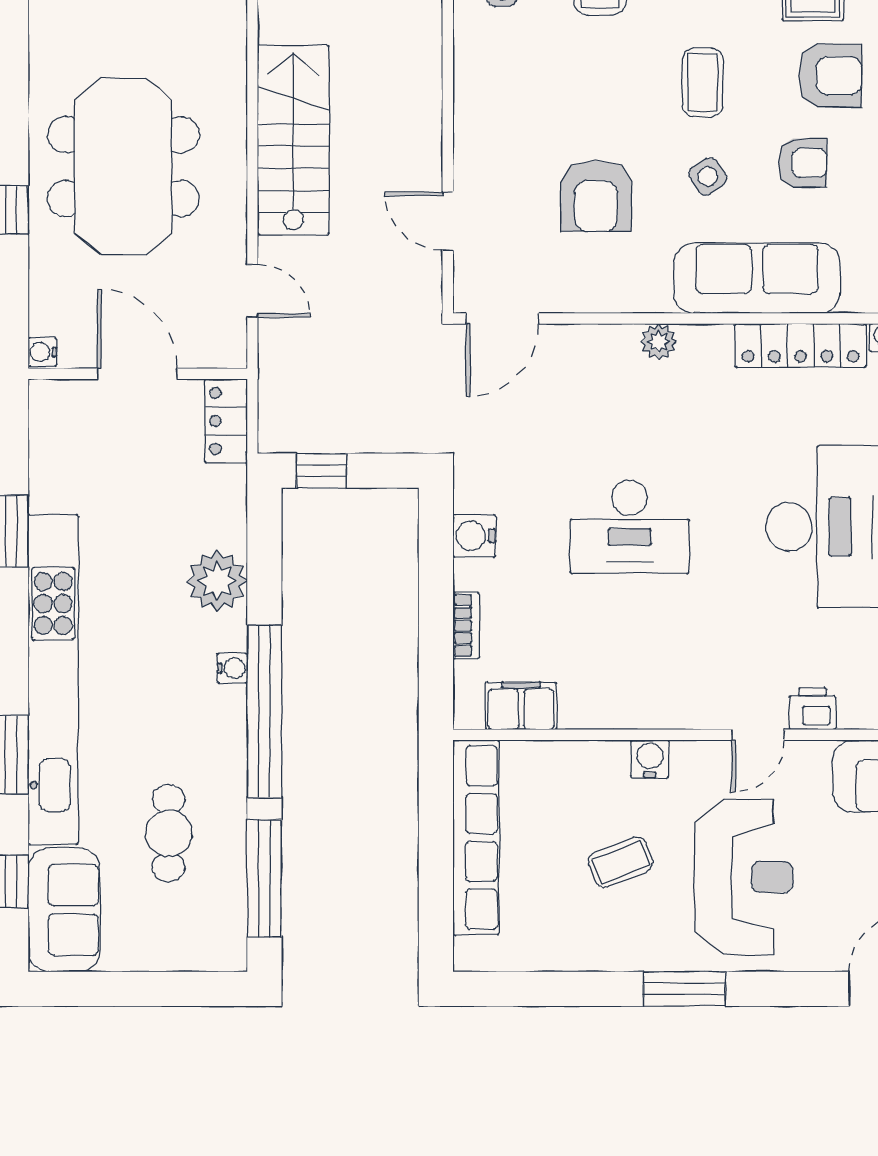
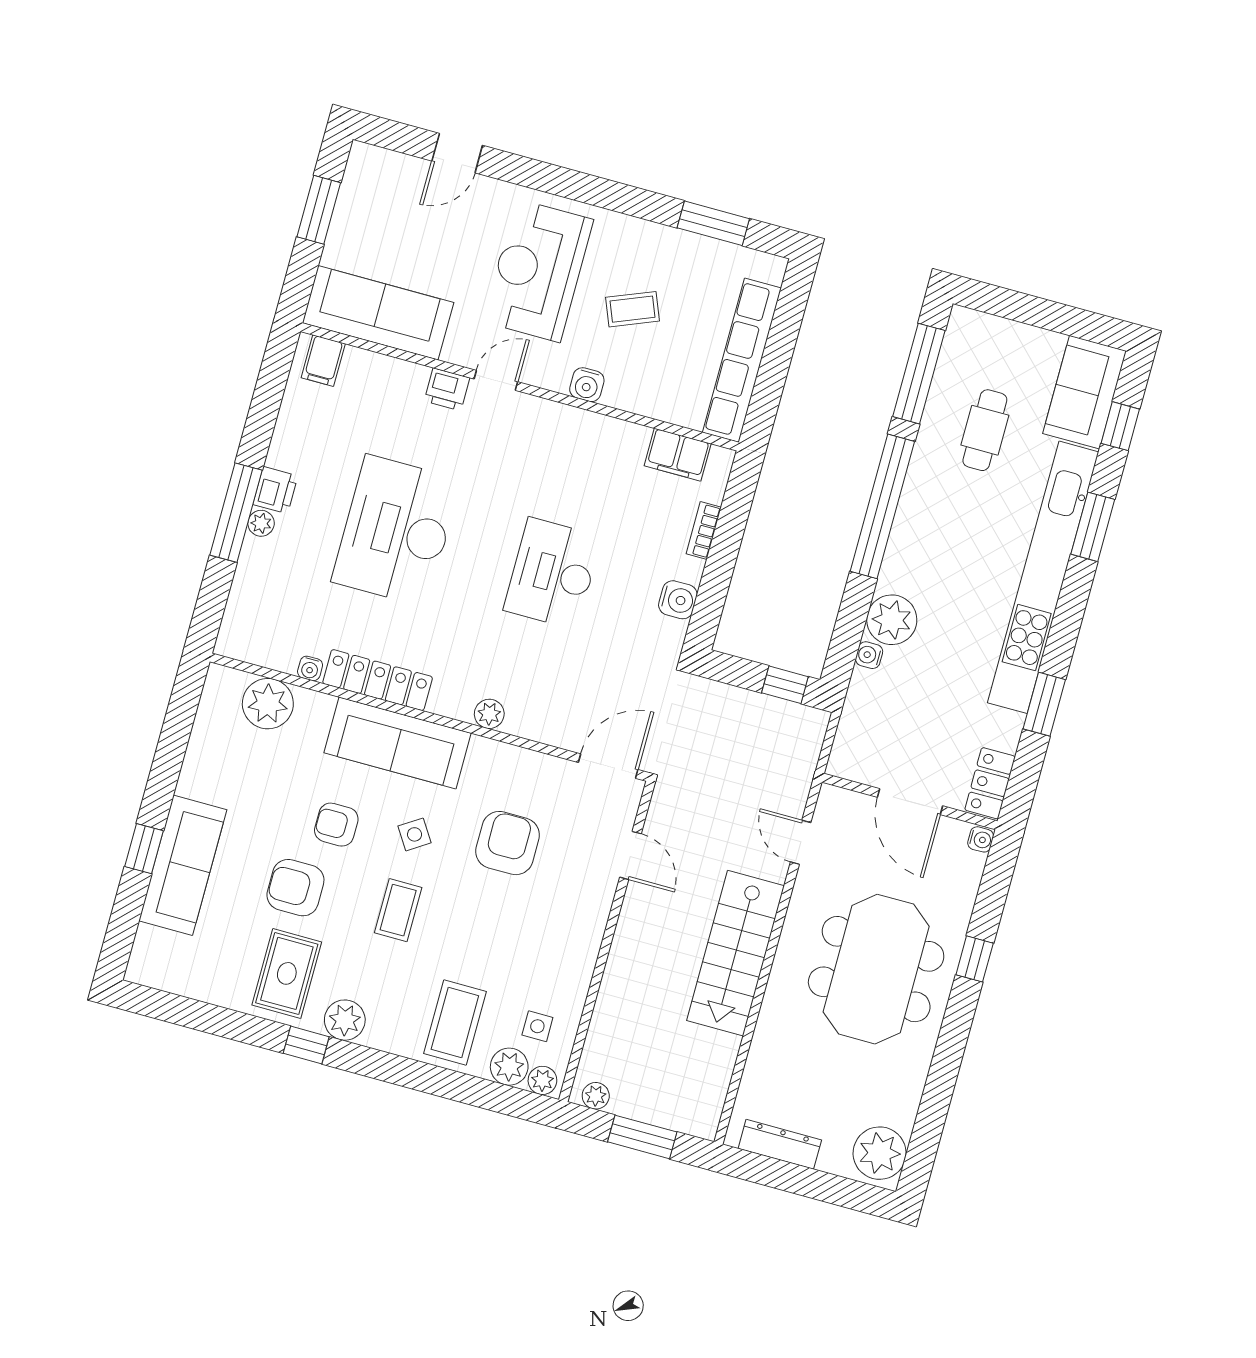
locker: (226, 421) -> (990, 783), moved, turned 180
desk: (630, 527) -> (553, 573), turned -90
water cooler: (232, 668) -> (869, 655), moved
window: (684, 989) -> (713, 223), moved

